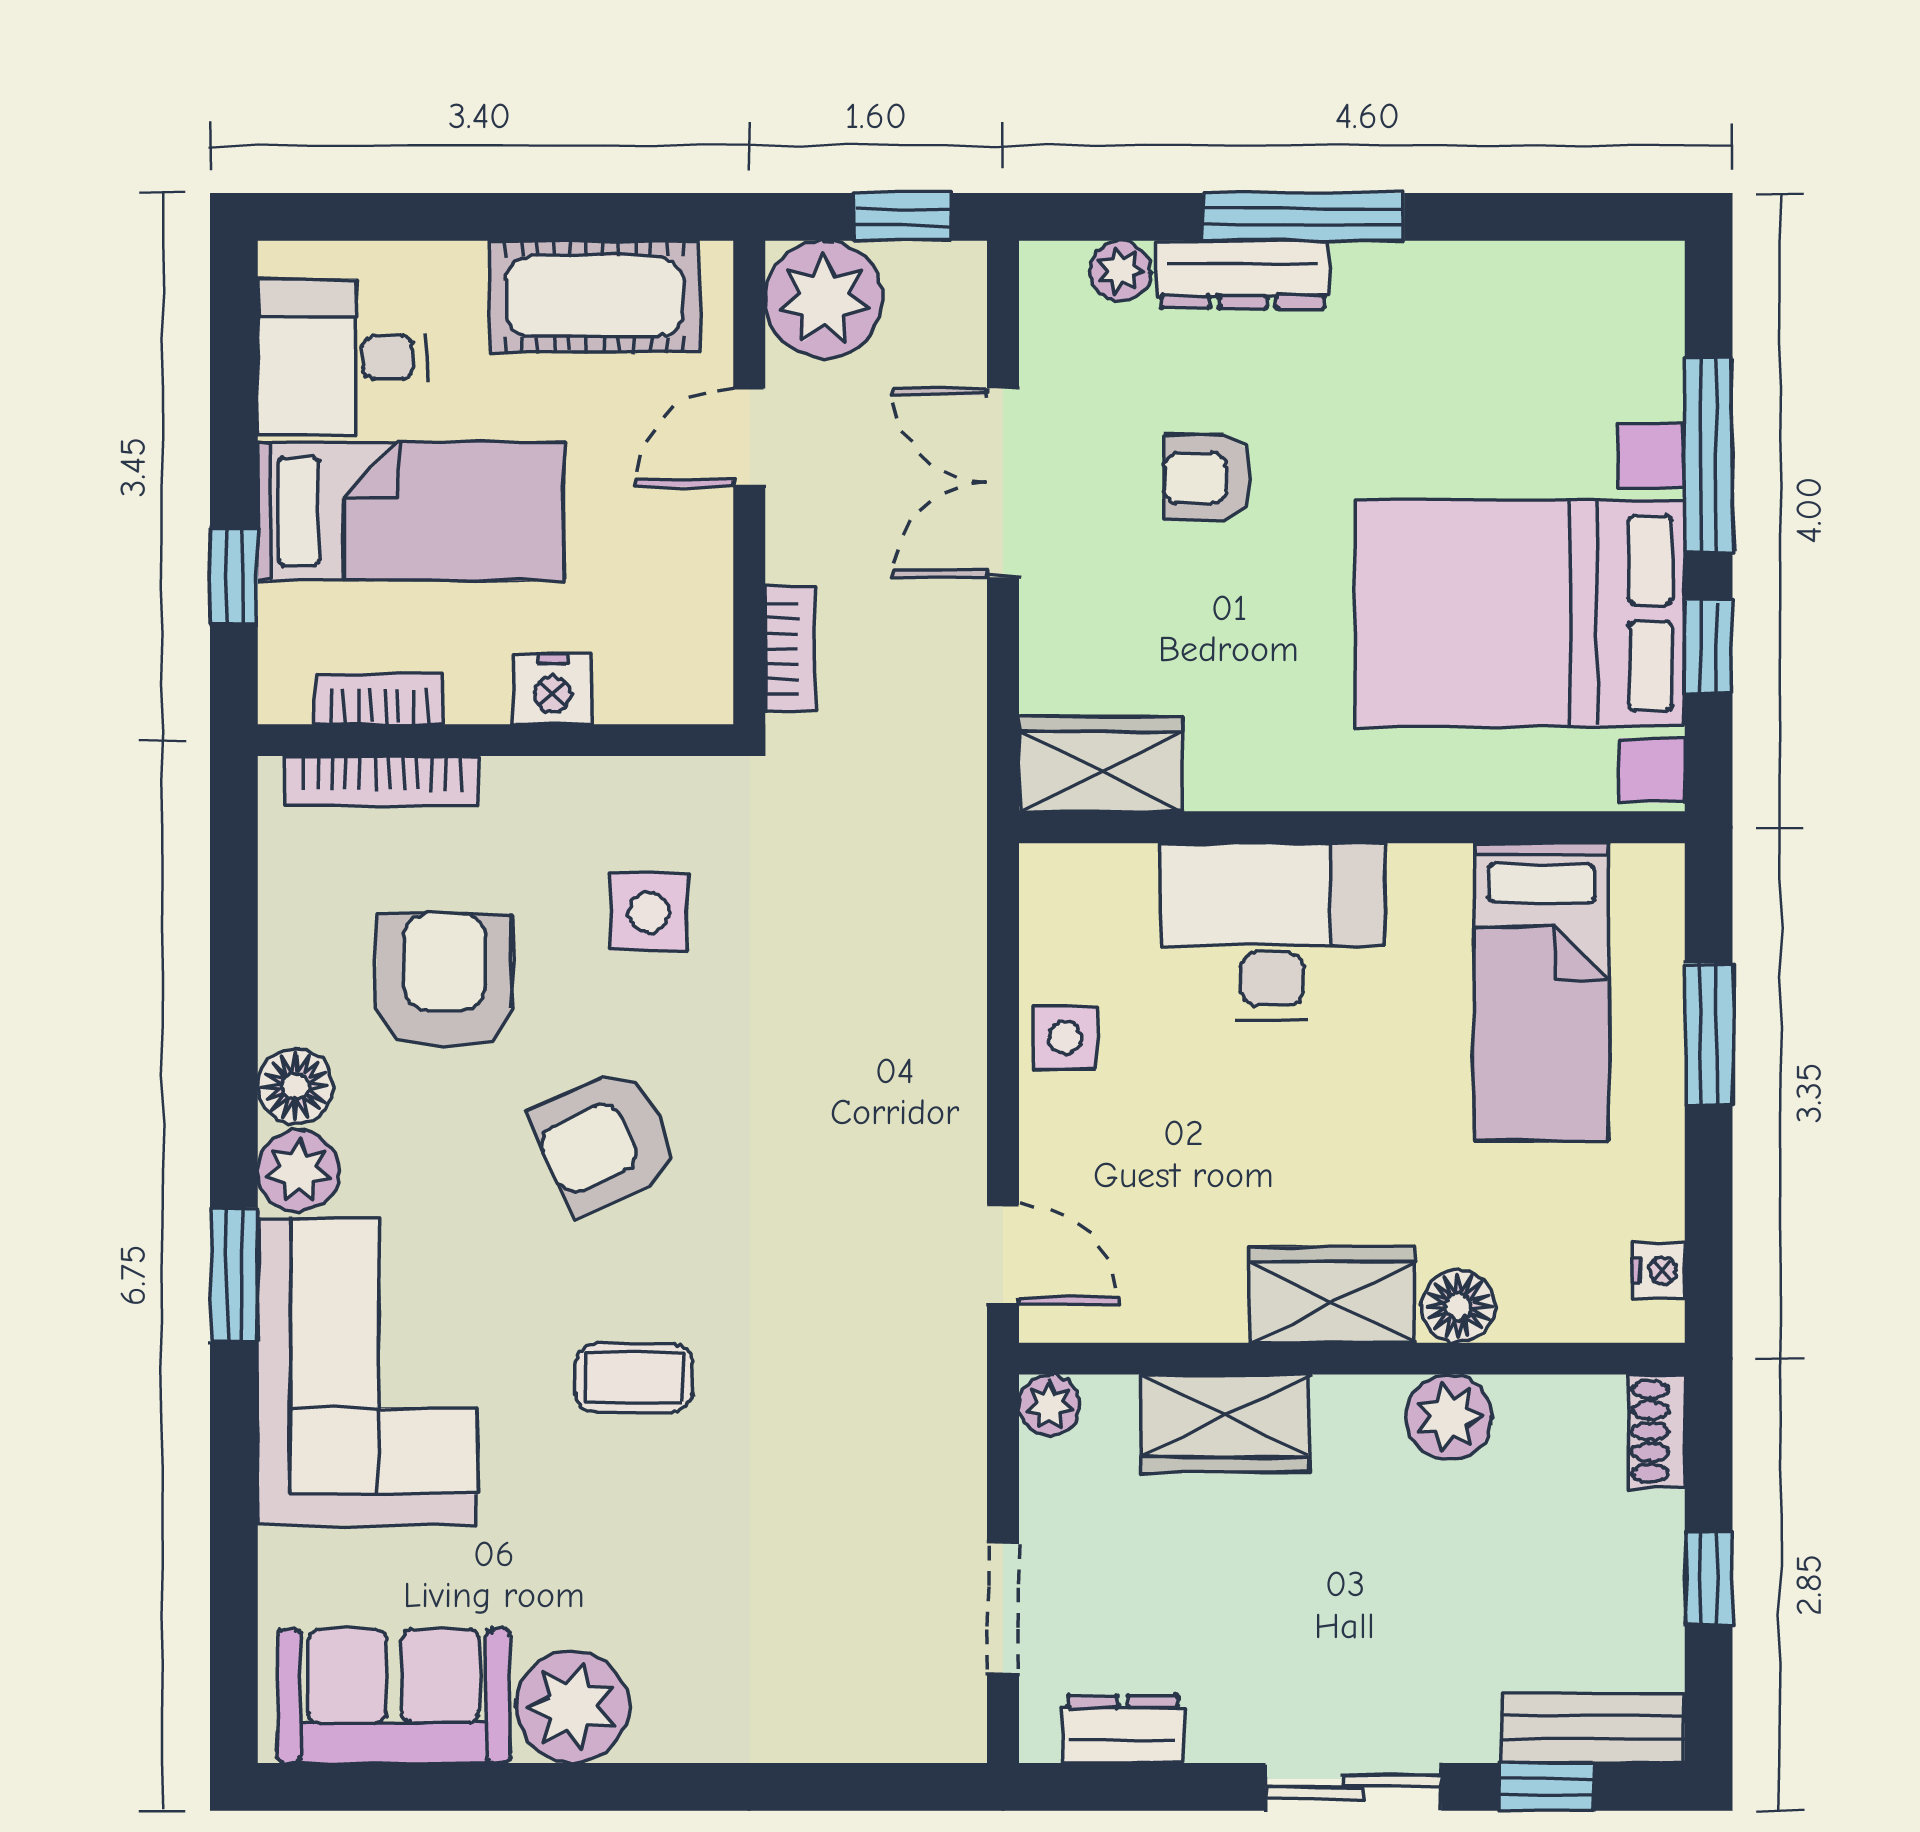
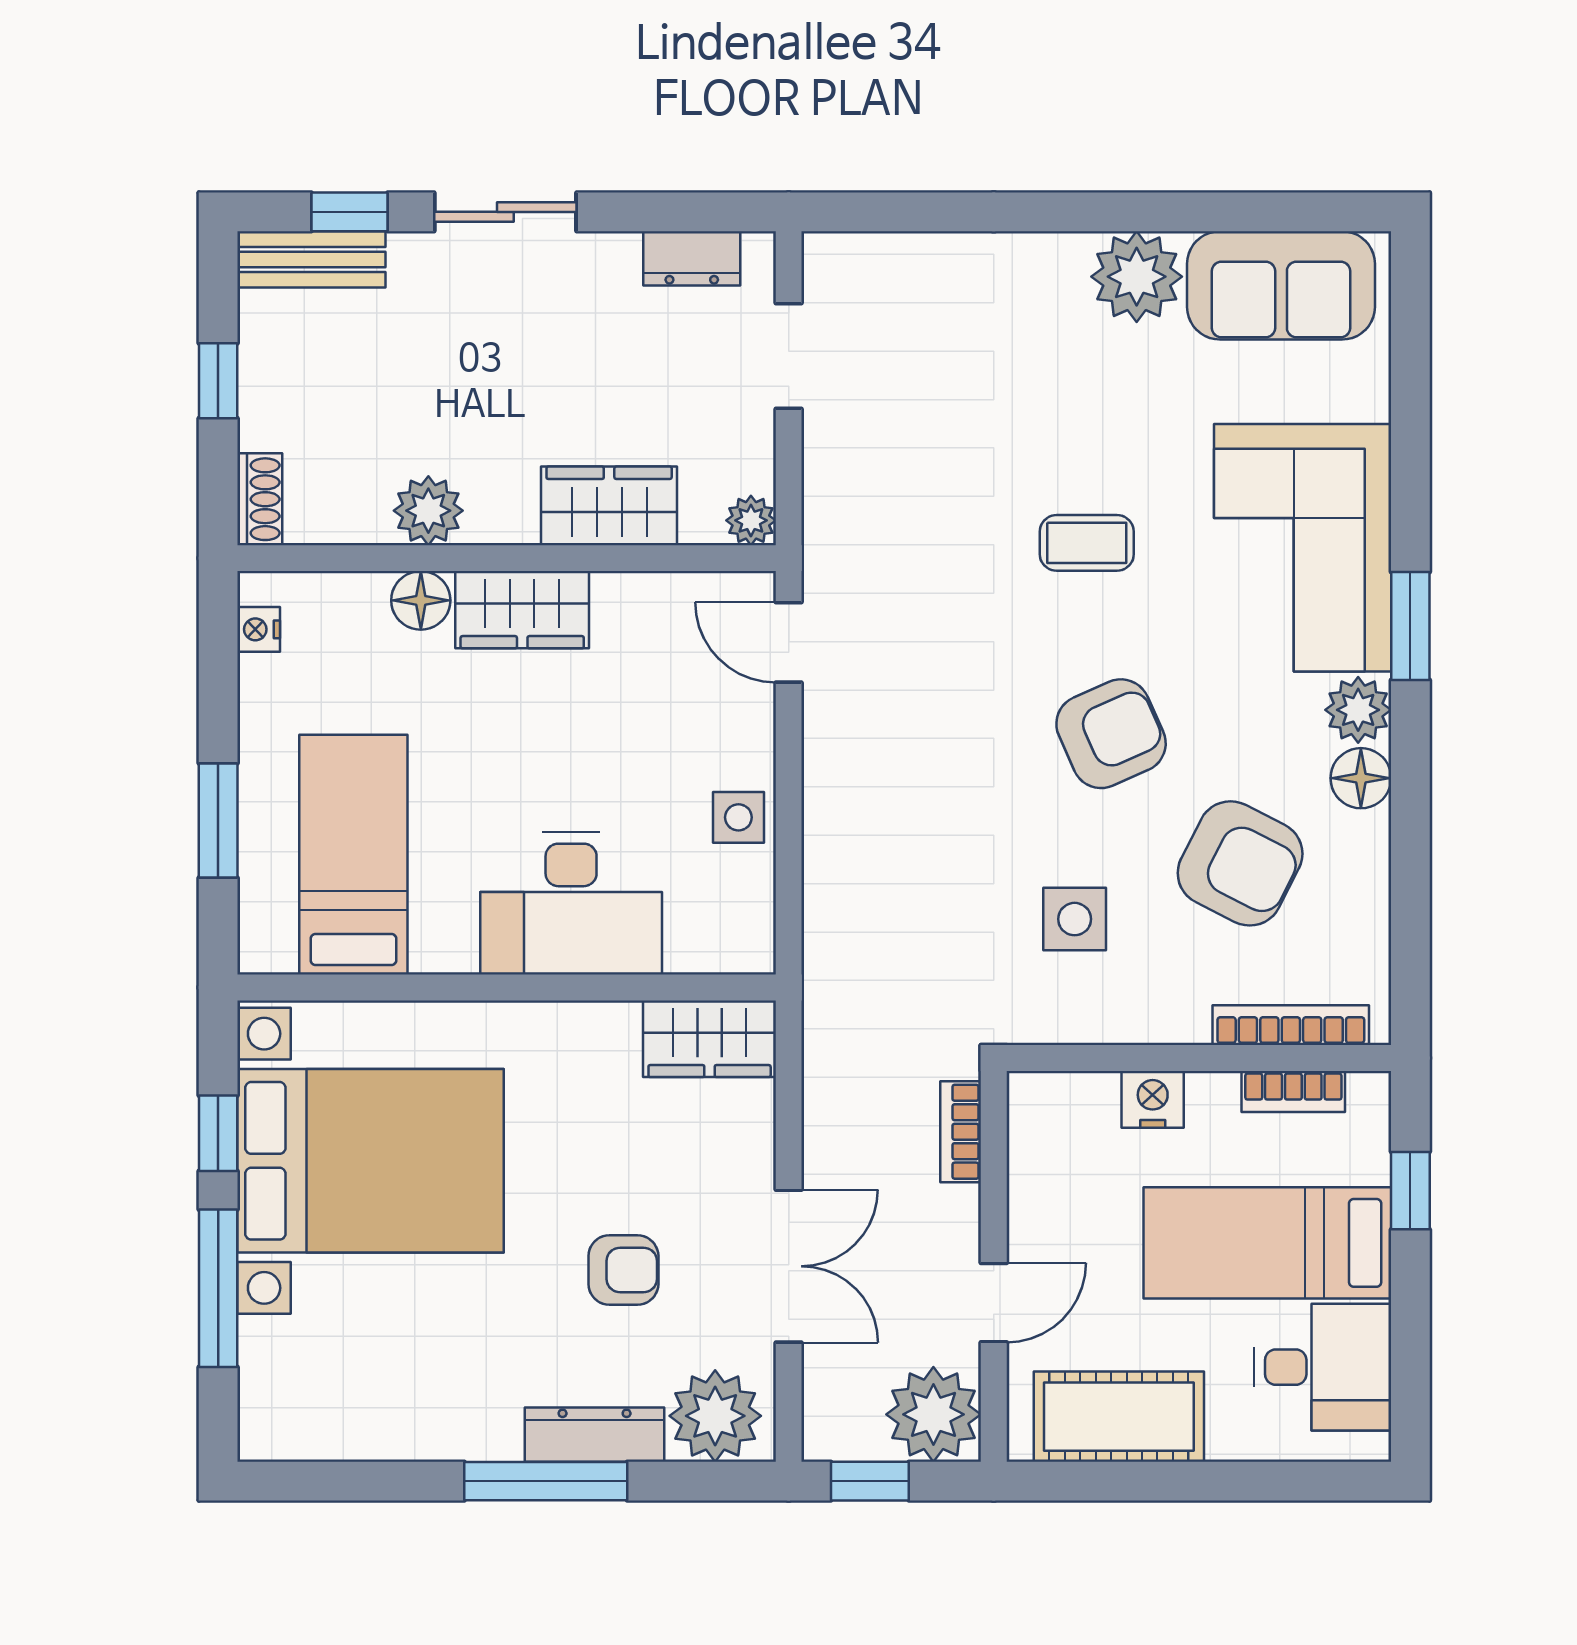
plant: (1120, 271) -> (715, 1416), width x1.88, depth x1.88
armchair: (444, 981) -> (1240, 863), turned -63

